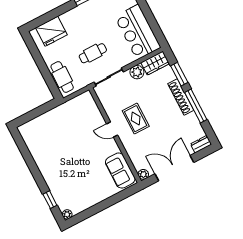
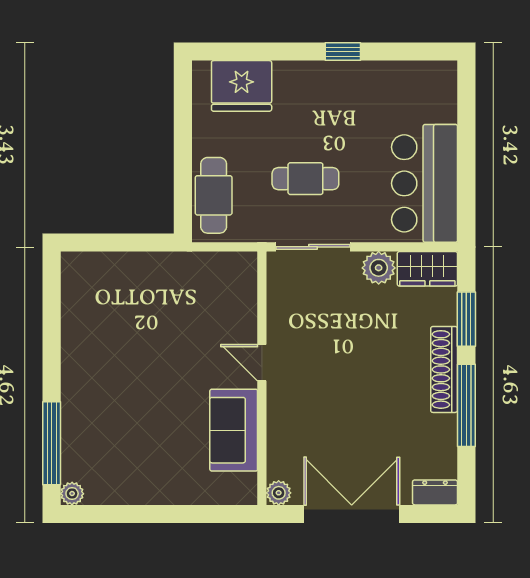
rug: (136, 119) -> (324, 365), removed
sofa: (120, 171) -> (234, 430), moved
window: (50, 200) -> (52, 443), width x2.17

